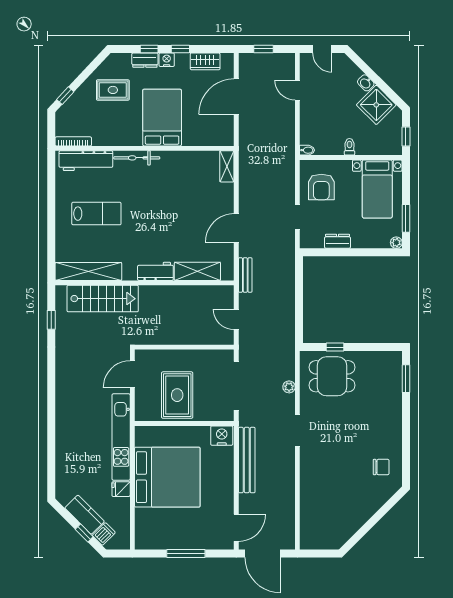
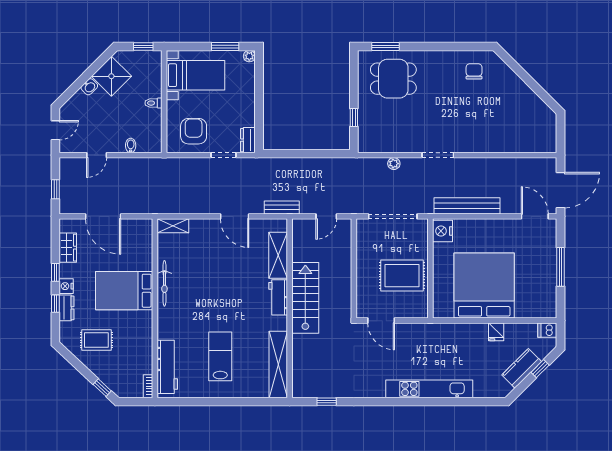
rug: (113, 90) -> (96, 340), turned 90
bookcase: (73, 141) -> (148, 386), width x0.64
bidet: (307, 150) -> (131, 146), moved
bicycle: (137, 158) -> (164, 283), moved
armchair: (321, 187) -> (194, 131), turned -90
dresser: (337, 241) -> (248, 140), moved
stairs: (103, 299) -> (305, 298), moved
dining table: (332, 376) -> (393, 79), moved, turned 90
kitchen unit: (121, 437) -> (429, 389), moved, turned 180
dishwasher: (104, 534) -> (547, 330), moved, turned -45

